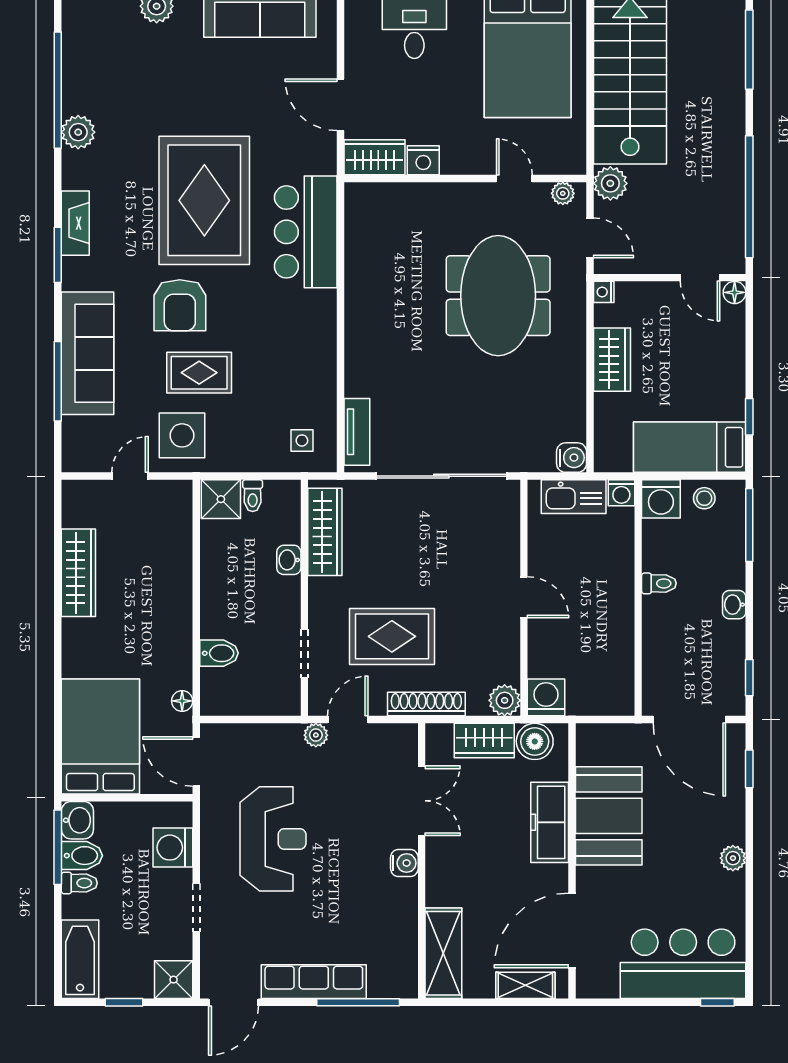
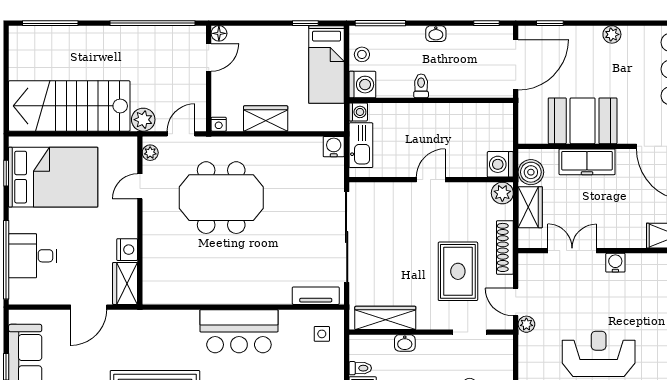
bar counter: (306, 232) -> (239, 331), moved

